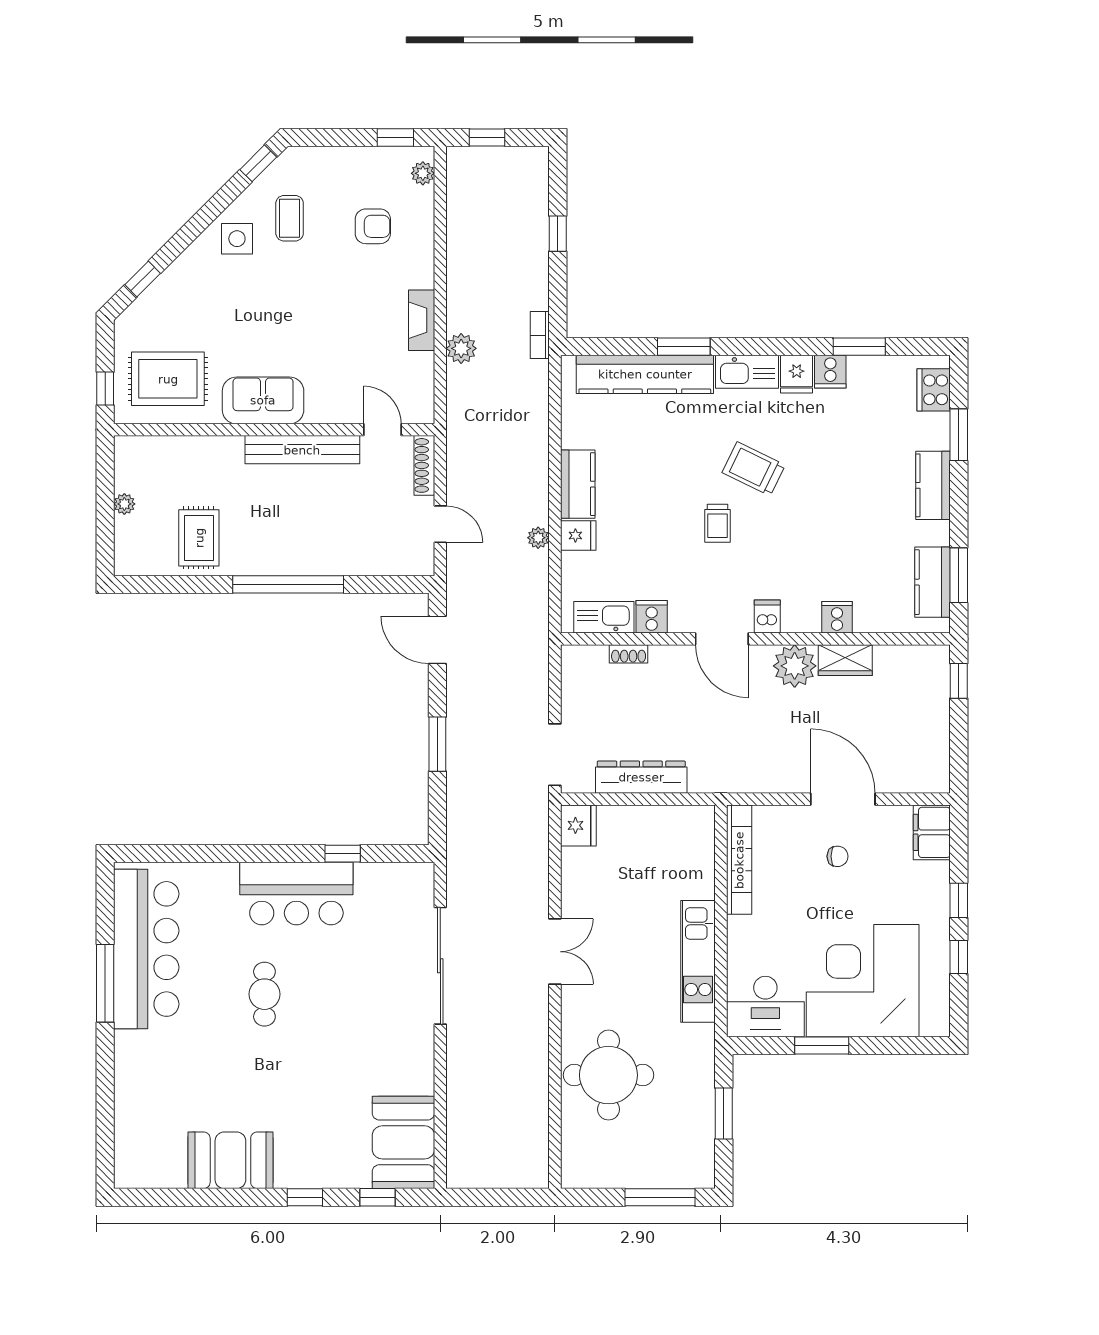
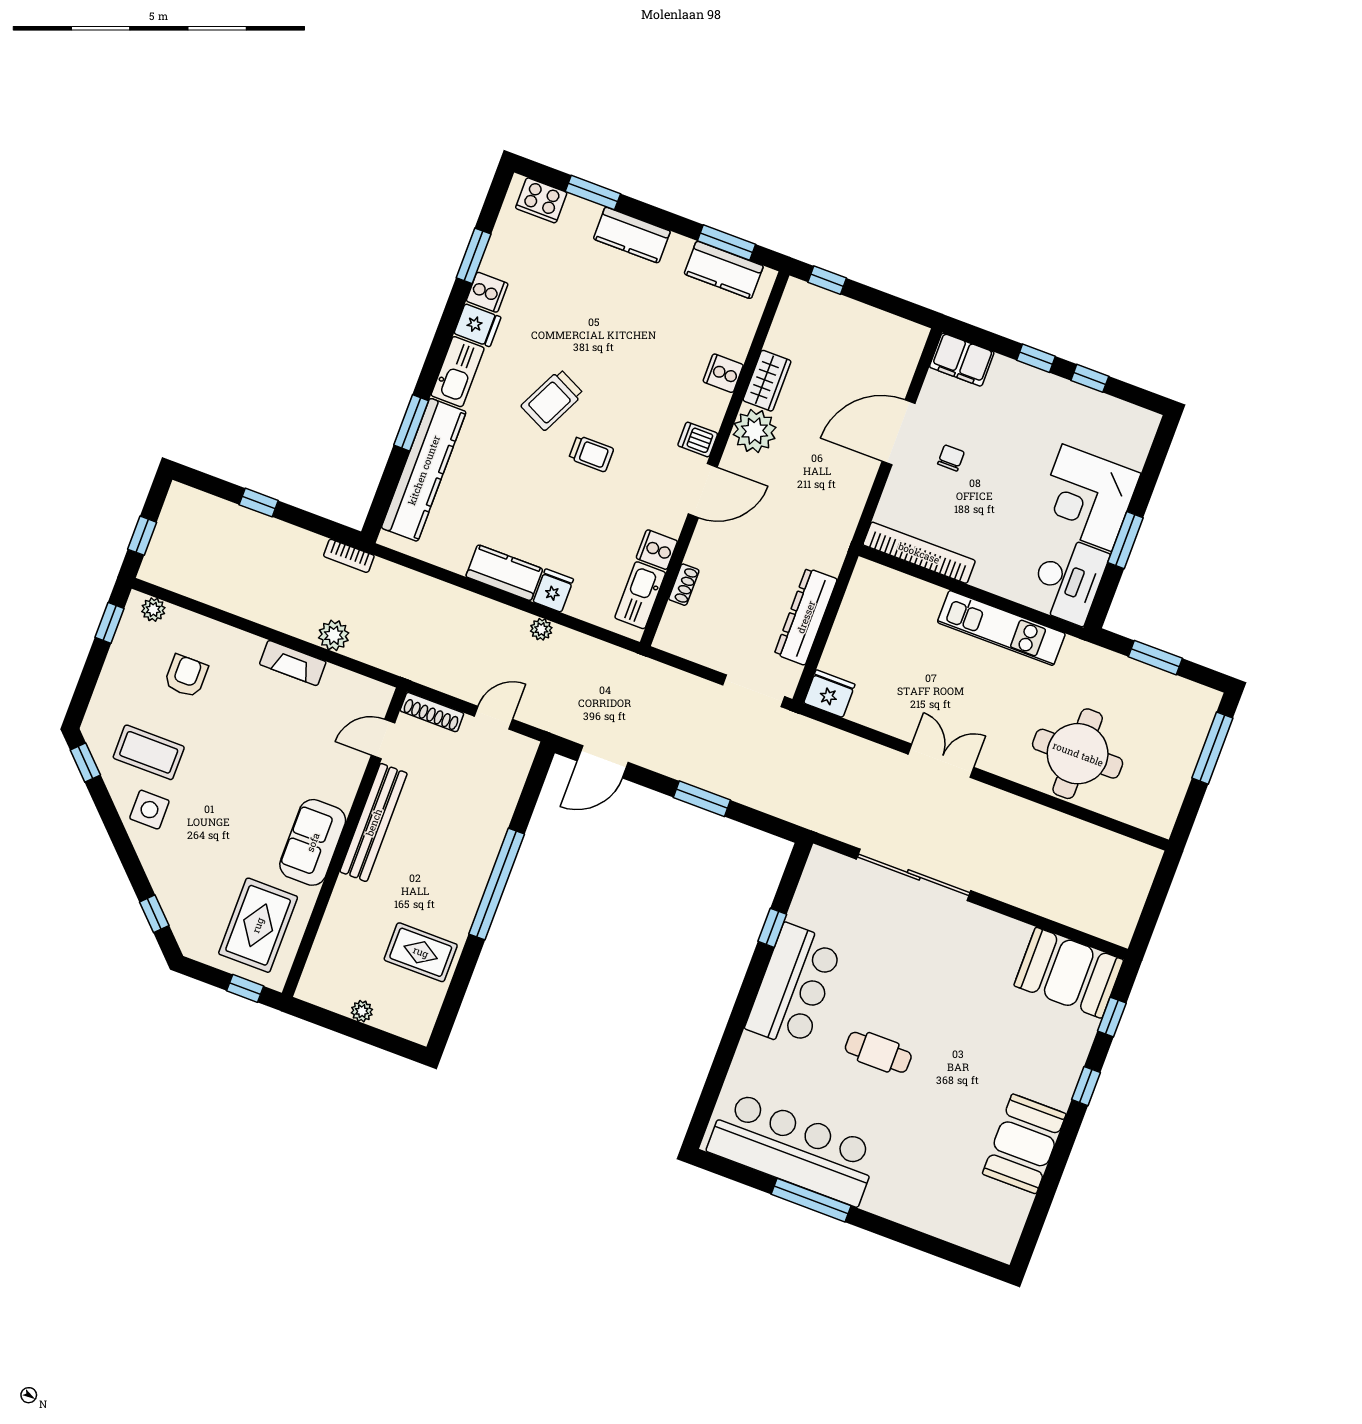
coffee table: (290, 218) -> (149, 752), width x1.36, depth x1.30
corner desk: (863, 981) -> (1087, 498), width x0.74, depth x0.74

